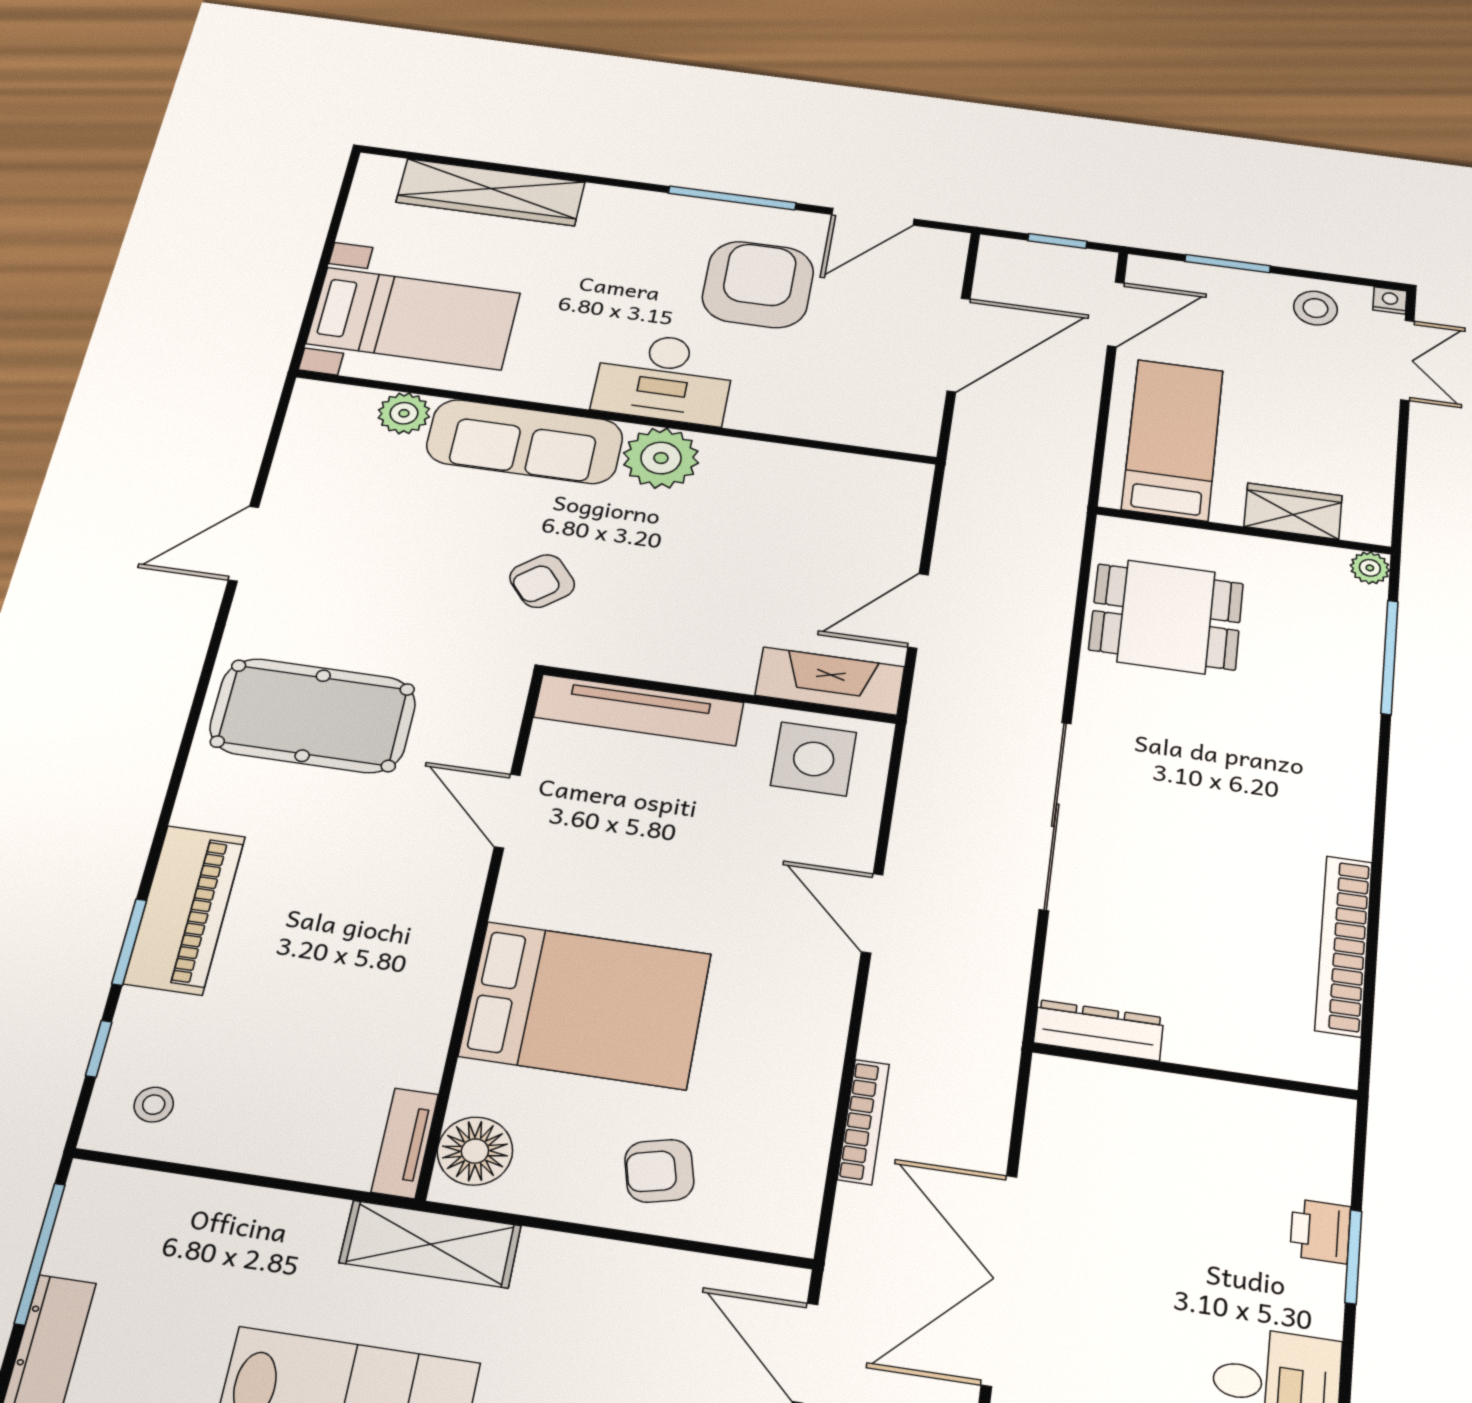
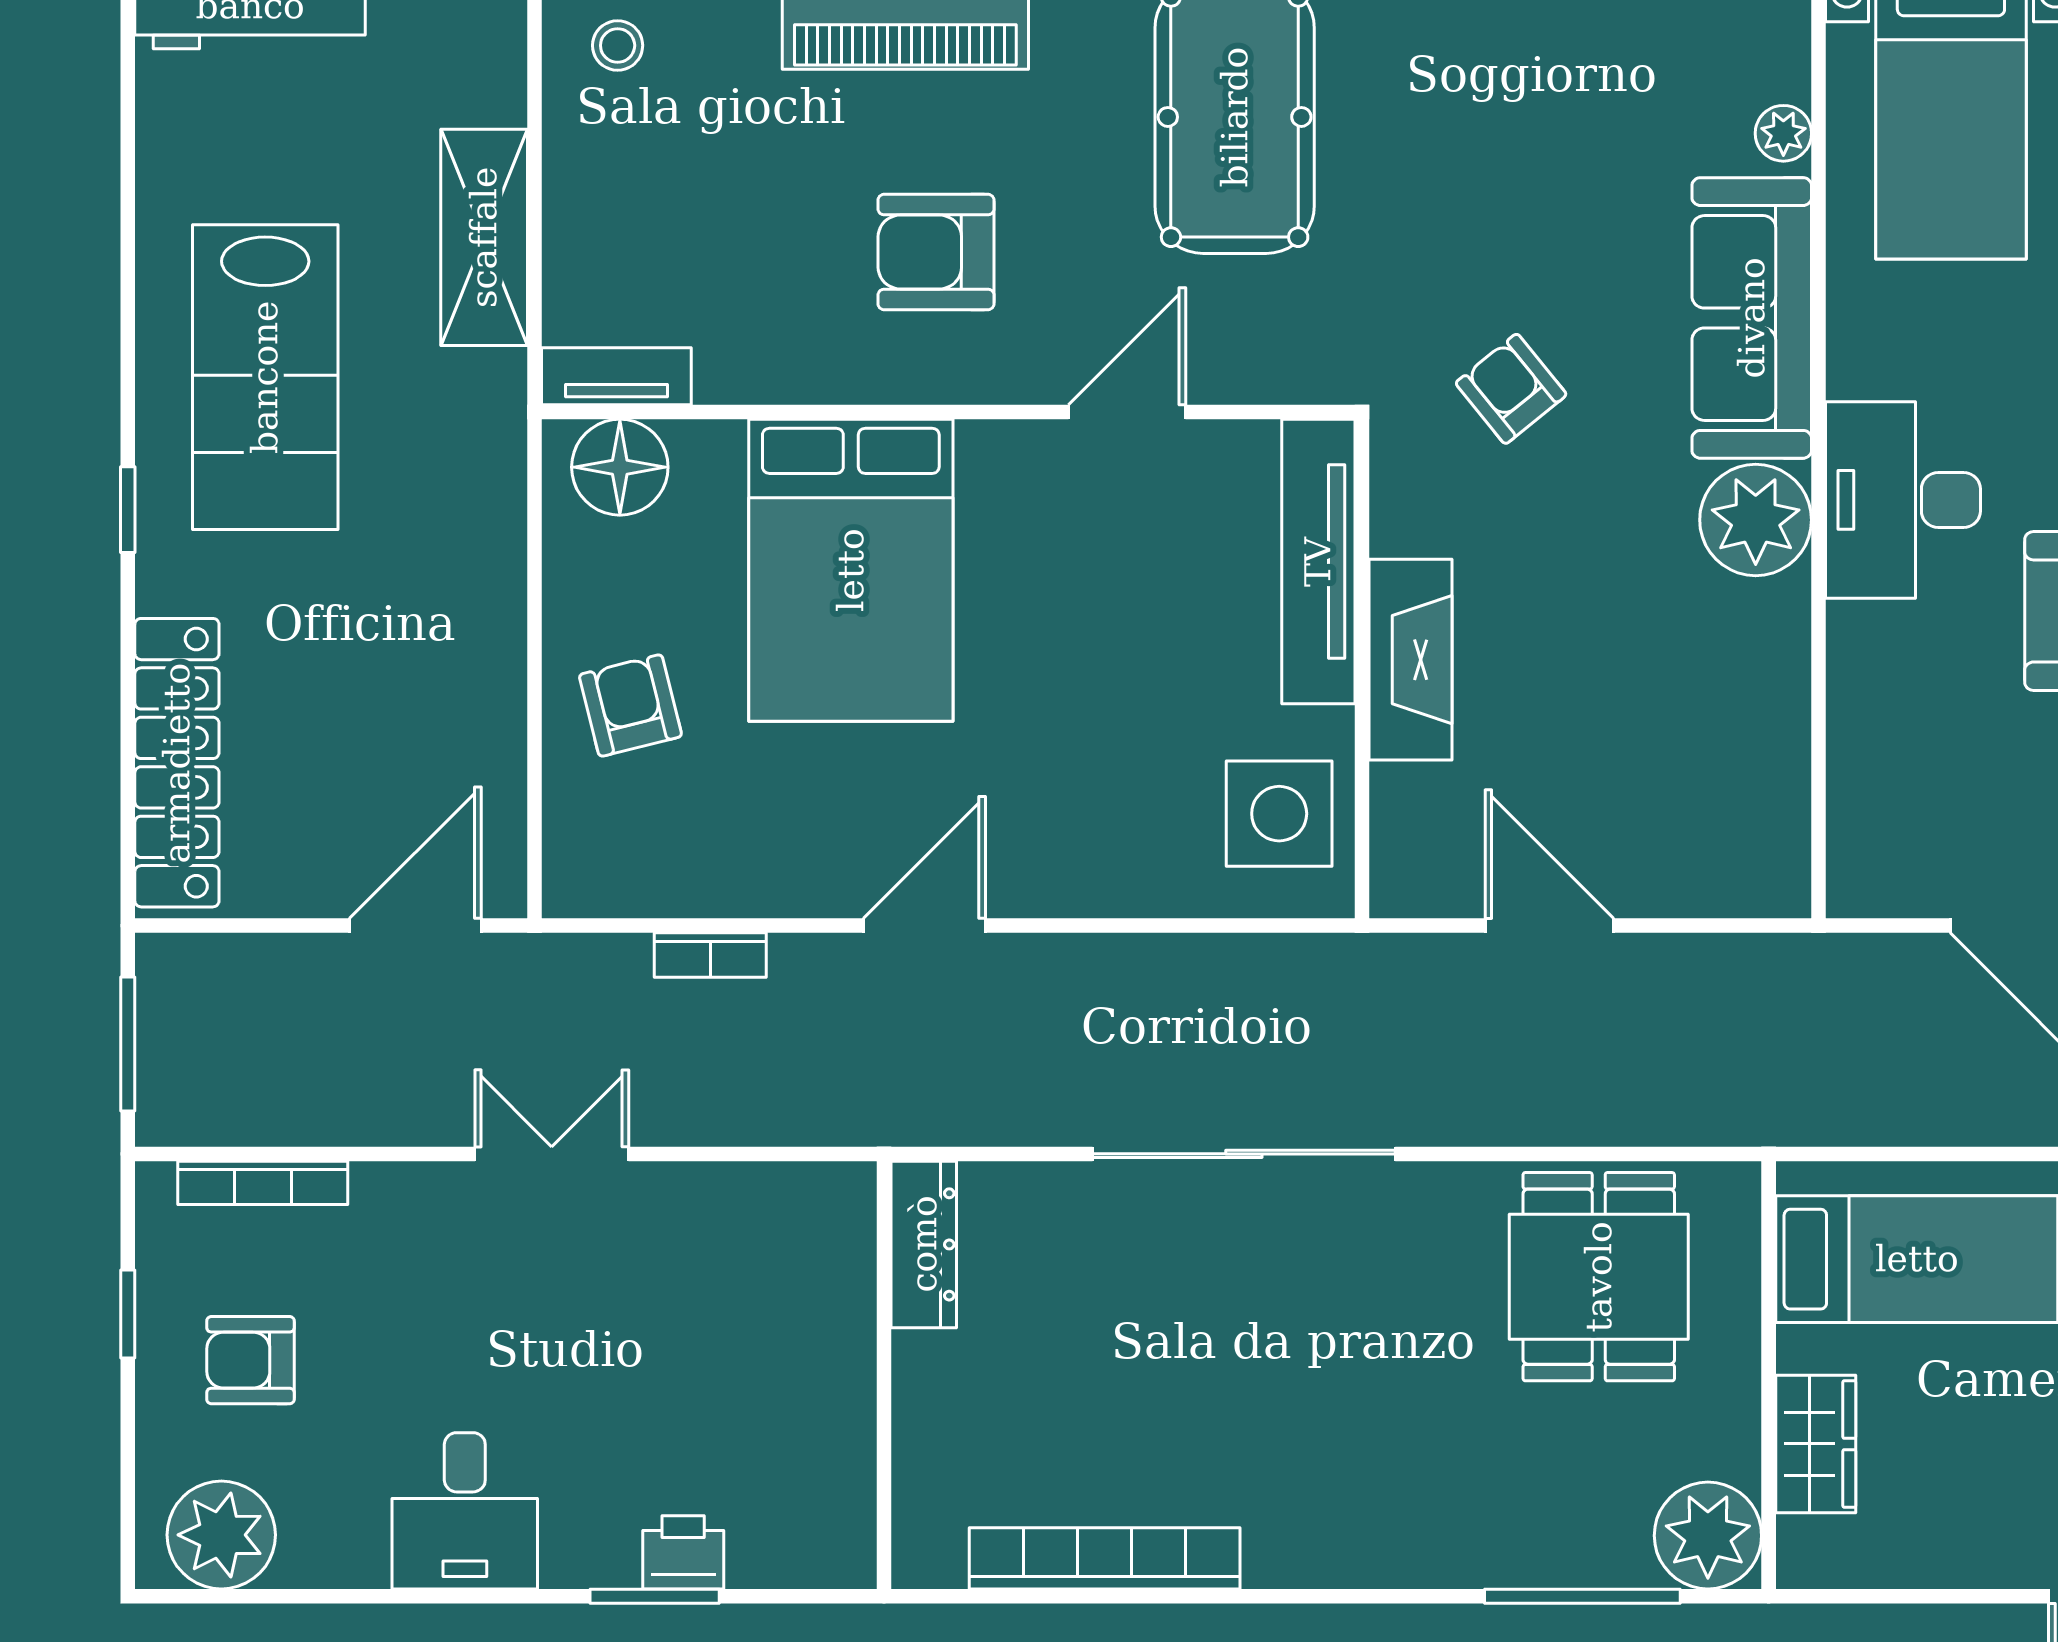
plant: (404, 413) -> (1783, 133), width x0.73, depth x0.73
plant: (1370, 568) -> (1708, 1536), width x1.87, depth x1.87
fireplace: (830, 681) -> (1410, 660), moved
door: (872, 913) -> (924, 926), moved
armchair: (363, 915) -> (936, 252), added
bookcase: (863, 1122) -> (710, 955), width x0.64
shelving: (430, 1244) -> (484, 237), moved
double door: (999, 1279) -> (552, 1154), width x0.54

